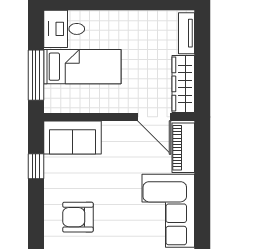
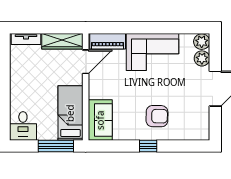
bed: (82, 67) -> (70, 113), moved
window: (36, 166) -> (148, 146), moved
armchair: (78, 217) -> (157, 116), turned -89

